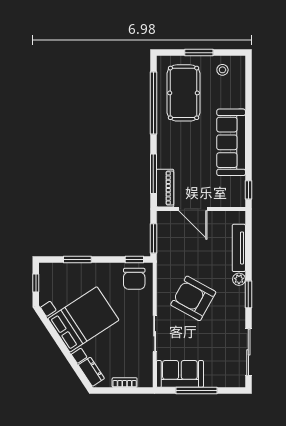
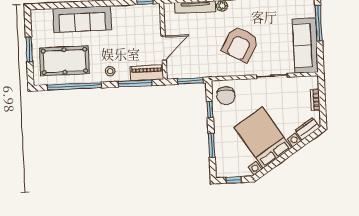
stool: (222, 70) -> (110, 71), moved
sofa: (231, 142) -> (82, 19), moved
window: (134, 259) -> (210, 109), moved
chair: (134, 279) -> (226, 96), turned 90
sofa: (180, 374) -> (305, 45), width x1.36
window: (197, 391) -> (319, 23), moved

